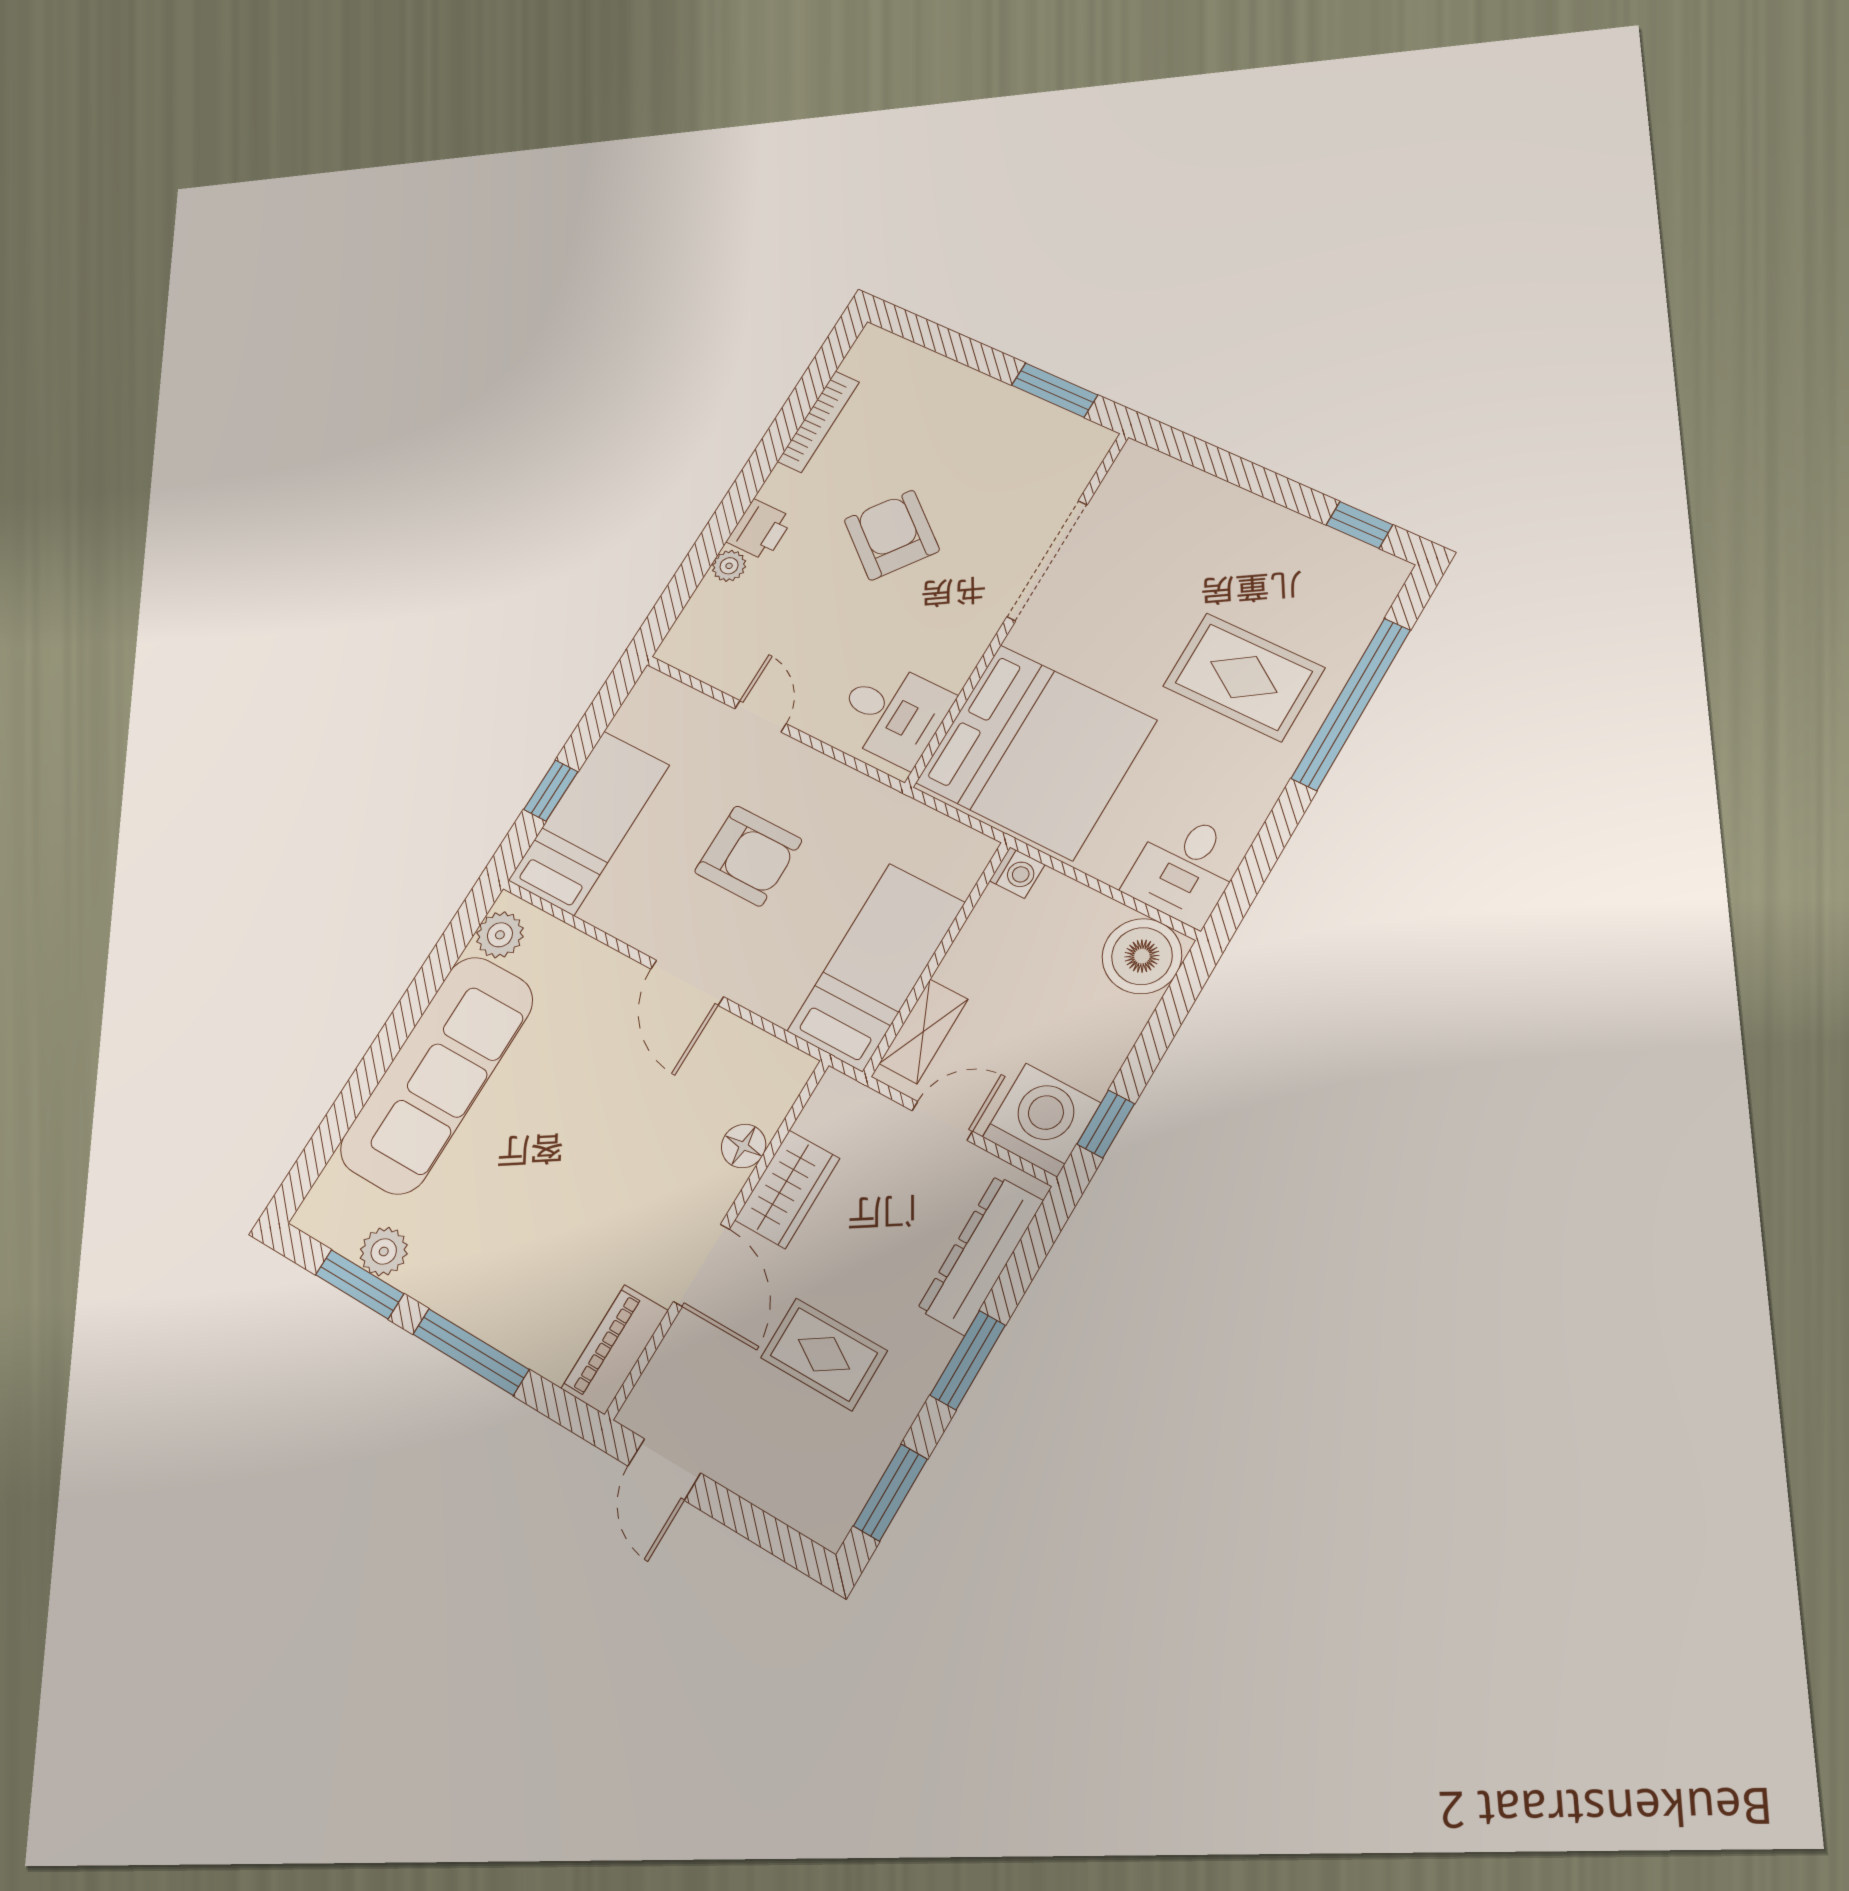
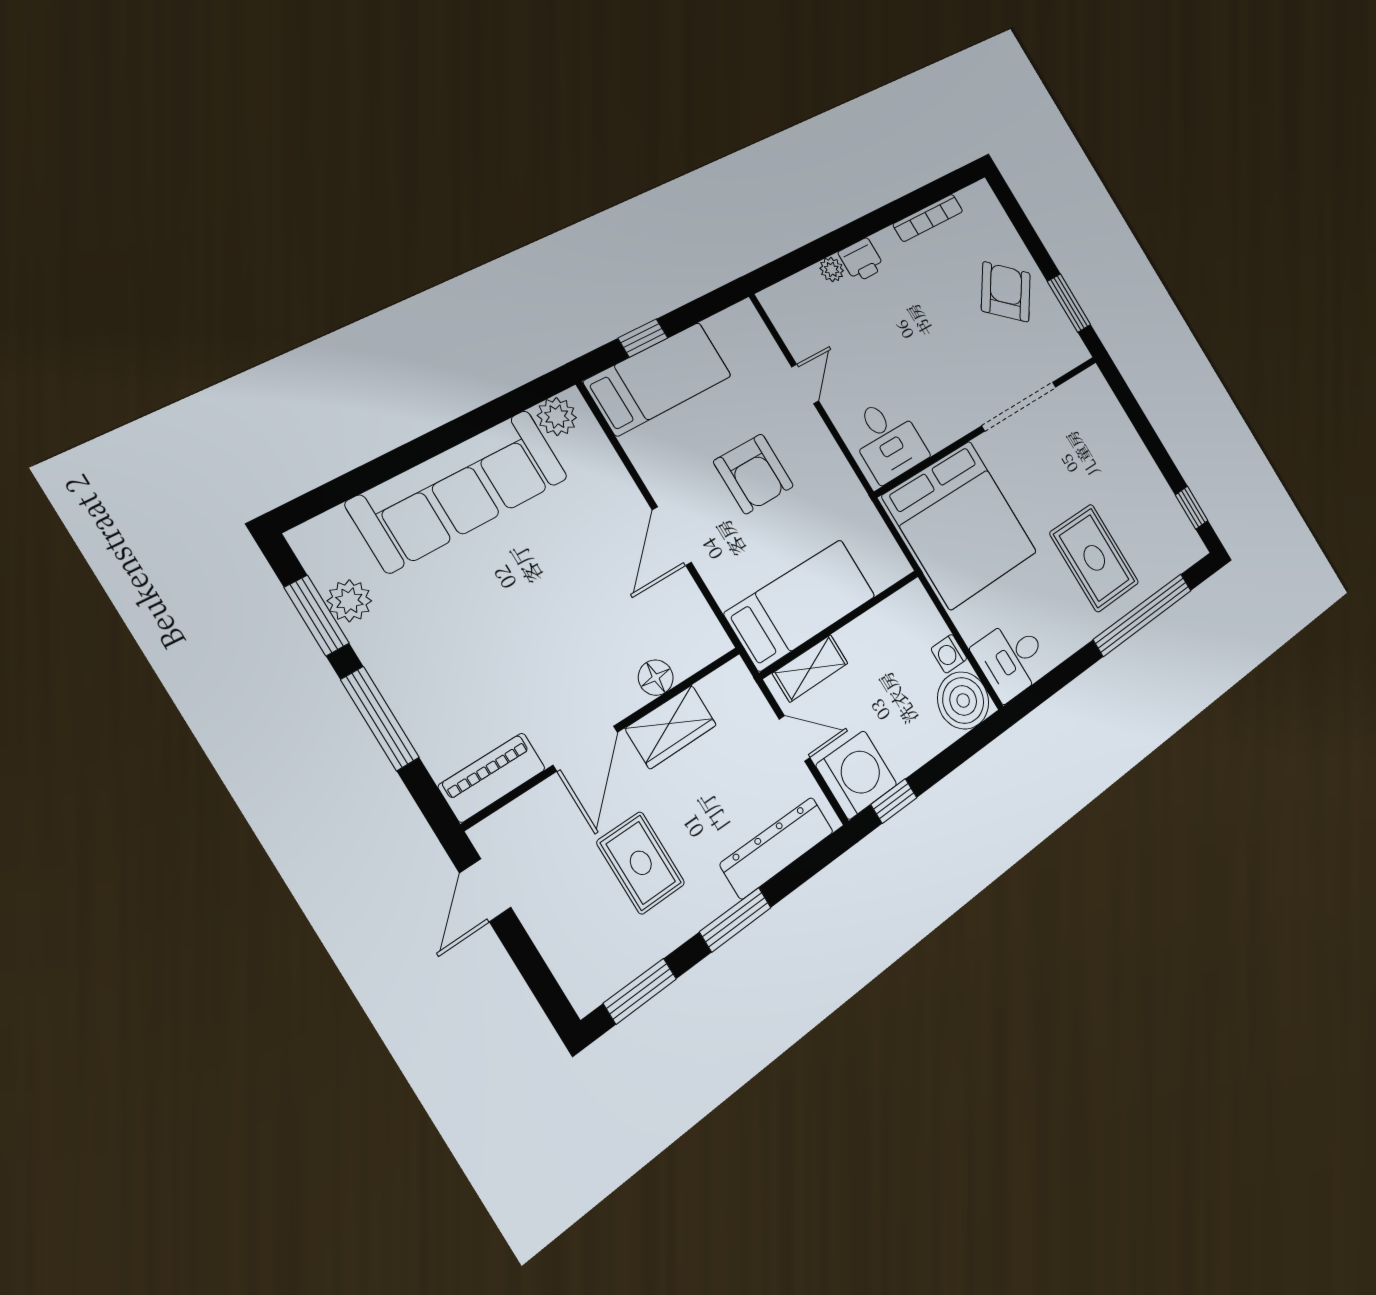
armchair: (892, 535) -> (1006, 292), moved
washing machine: (1017, 873) -> (949, 654), moved, turned 90

